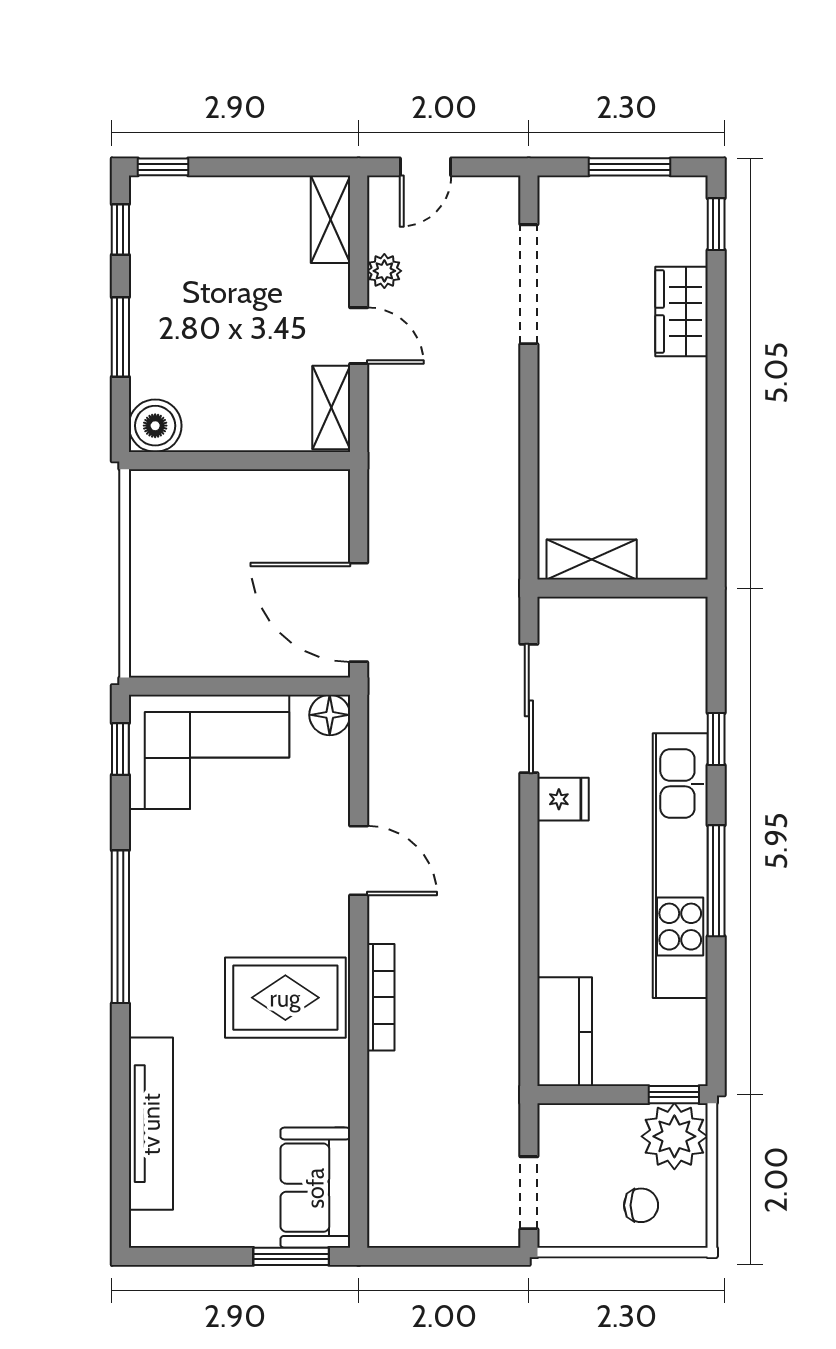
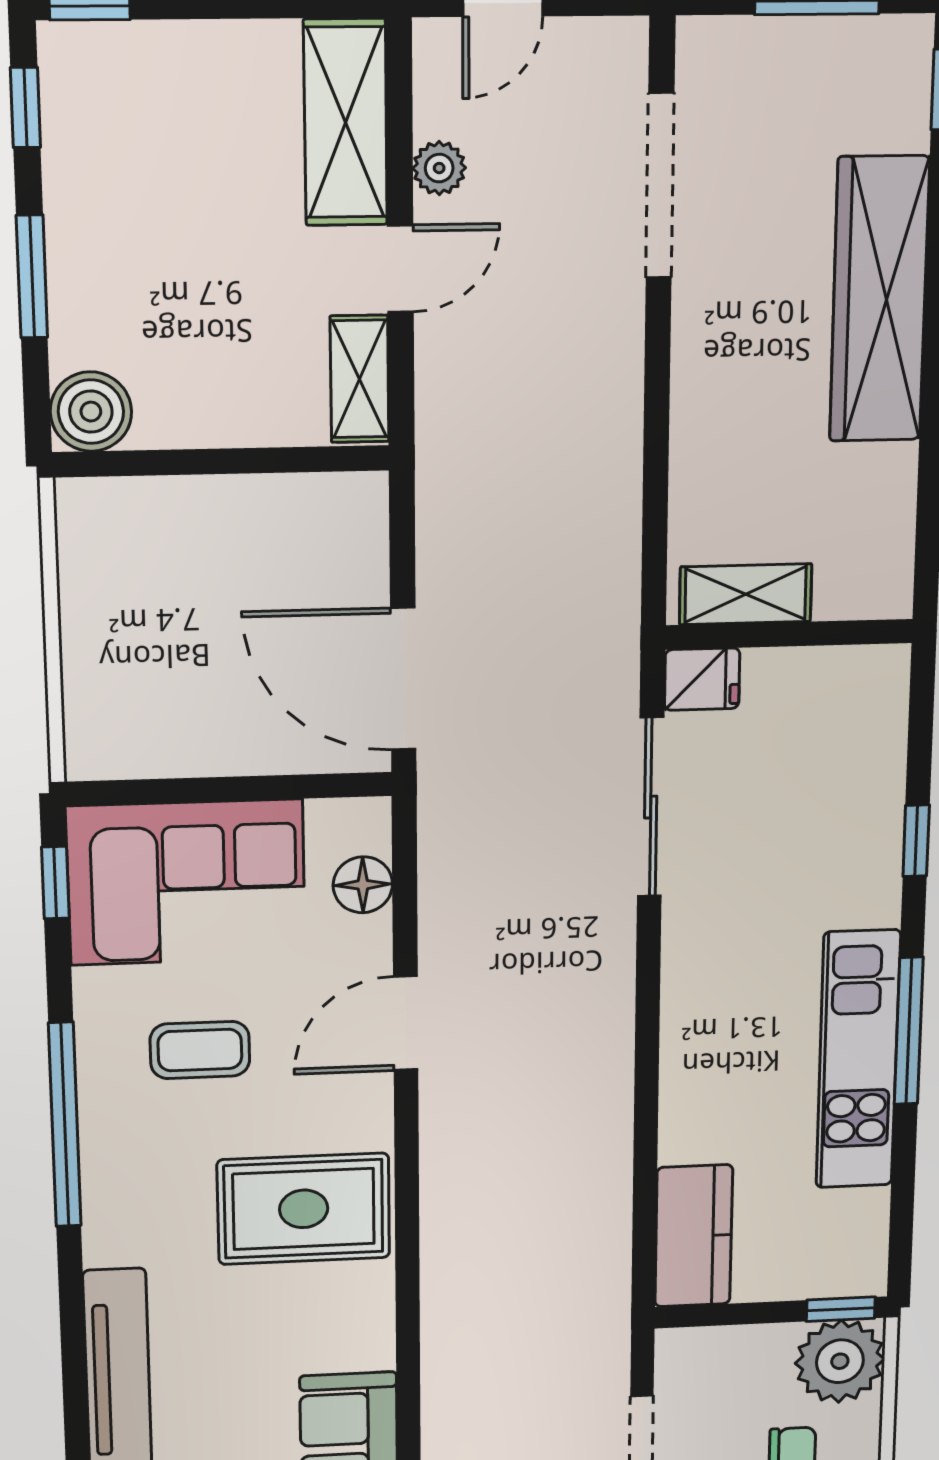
shelving: (330, 219) -> (345, 123), width x1.50, depth x1.33
wardrobe: (681, 311) -> (879, 300), width x2.10, depth x1.17
door: (359, 336) -> (400, 269), hinge flipped
floor lamp: (330, 715) -> (363, 885), moved
fridge: (563, 799) -> (702, 679), moved
door: (359, 861) -> (406, 1023), swing flipped
kitchen unit: (680, 866) -> (858, 1060), width x0.73
coffee table: (215, 875) -> (200, 1050), added
bookcase: (381, 997) -> (438, 1203), removed

